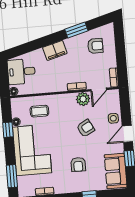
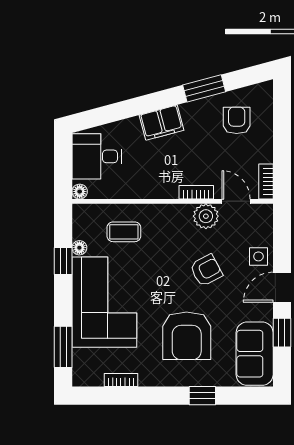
armchair: (95, 46) -> (237, 120), turned -90
door: (99, 90) -> (236, 201), swing flipped
armchair: (78, 164) -> (187, 336), width x1.88, depth x1.88

